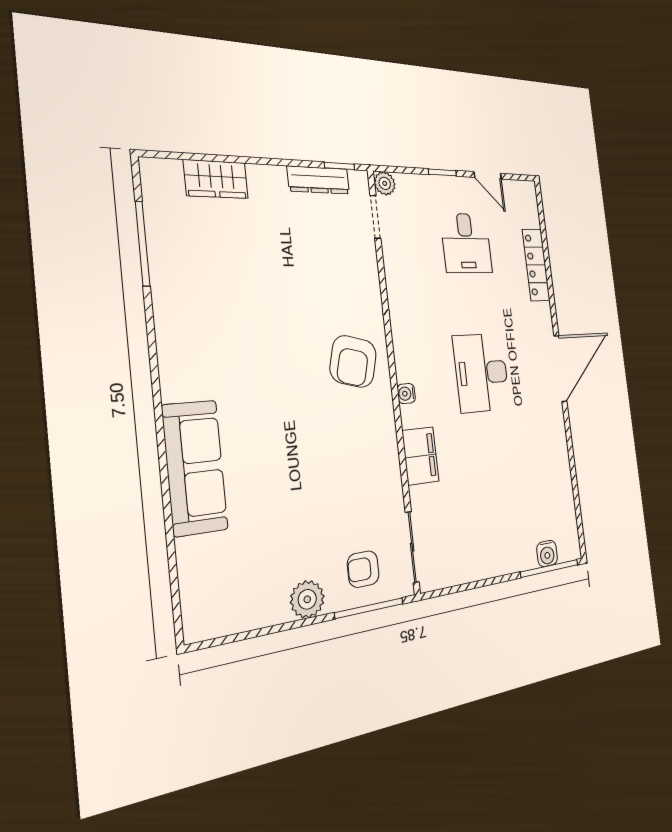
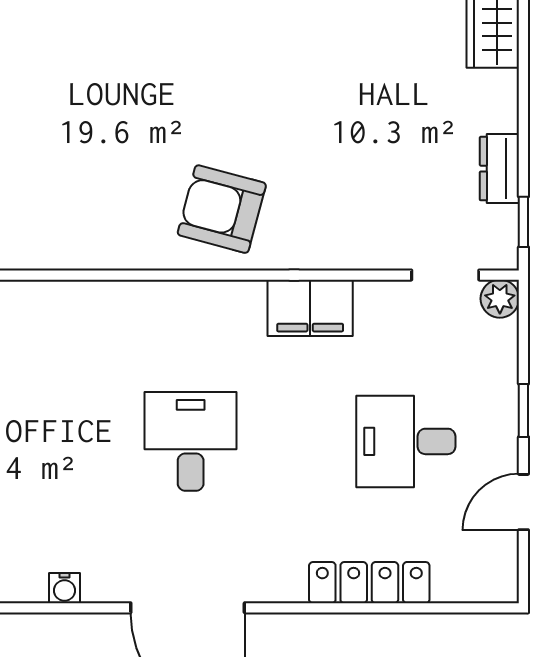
dresser: (319, 180) -> (499, 169), width x0.70
desk: (482, 373) -> (191, 441), width x0.73
water cooler: (406, 394) -> (64, 588), moved, turned 180
filing cabinet: (420, 456) -> (310, 308), moved

